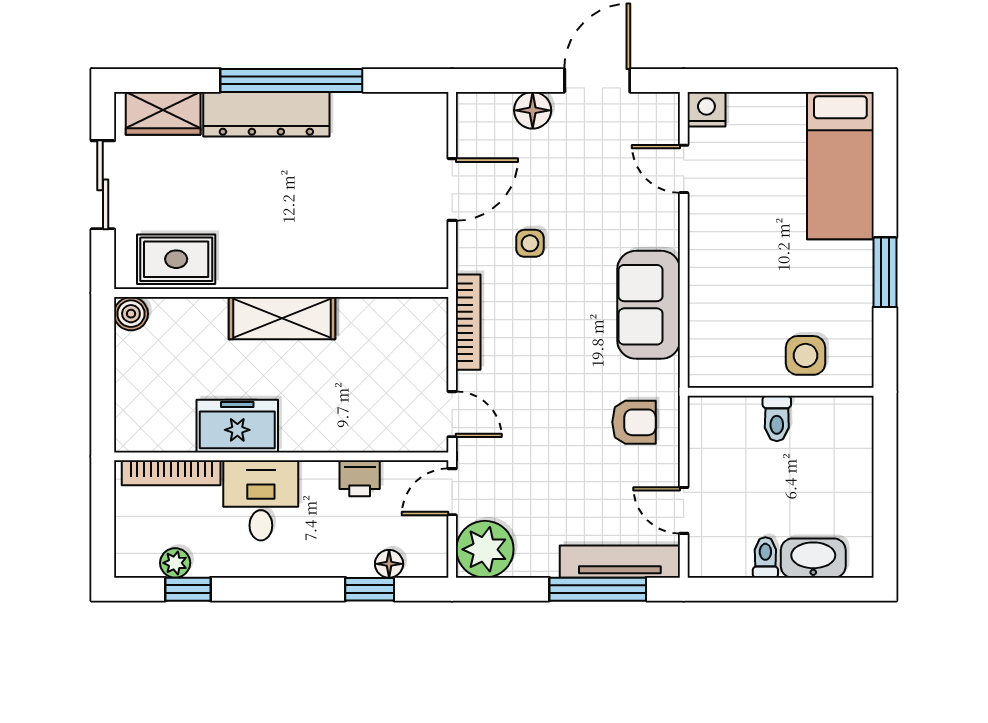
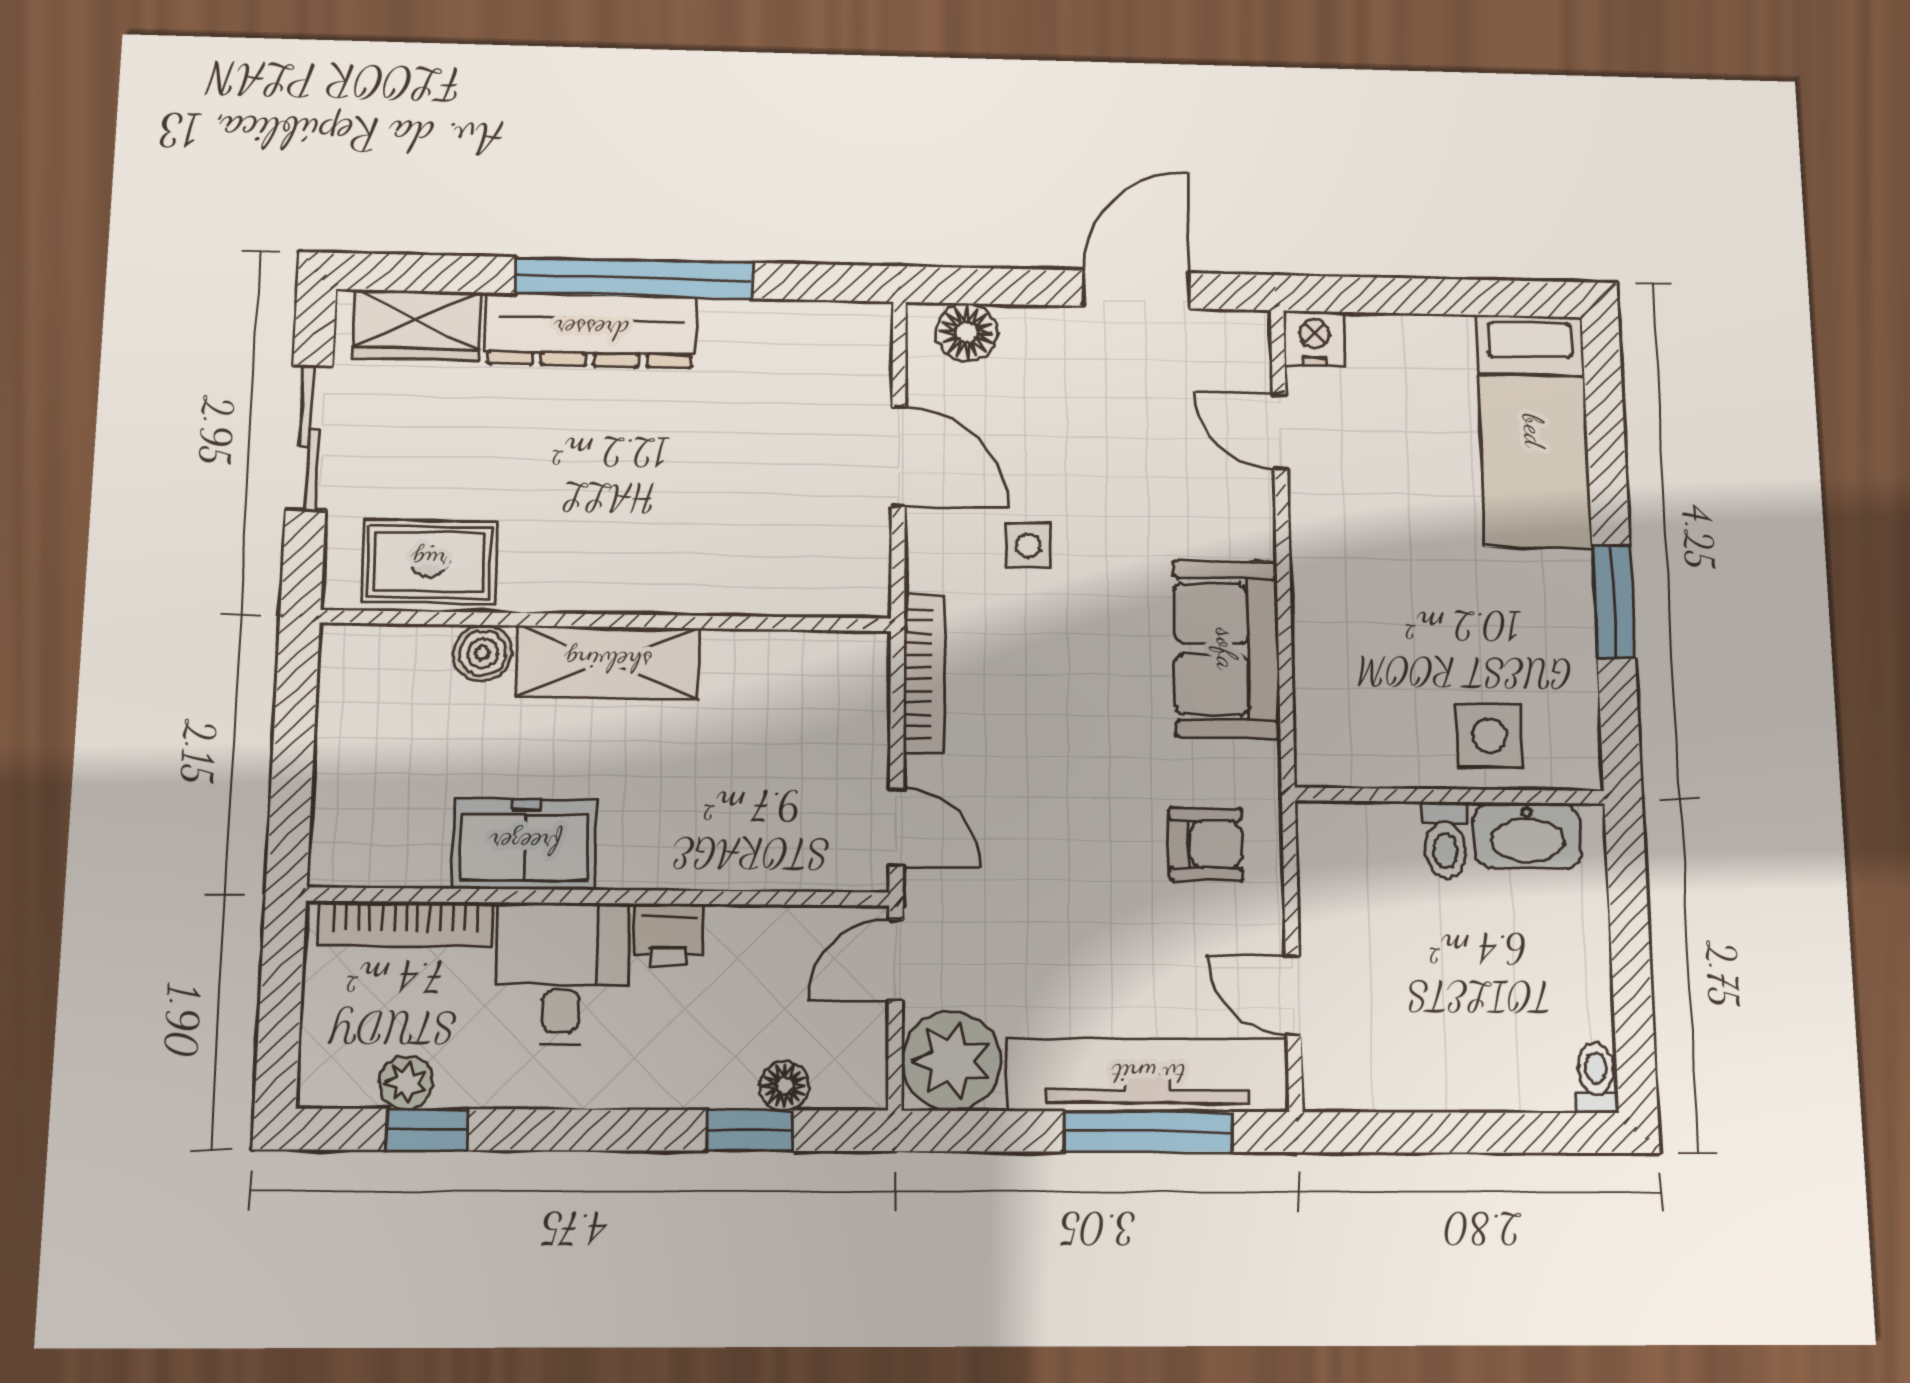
floor lamp: (533, 110) -> (967, 332), moved
door: (452, 189) -> (899, 457), hinge flipped
boiler: (131, 314) -> (483, 653), moved
printer: (360, 478) -> (668, 935), moved
toilet: (765, 557) -> (1596, 1078), moved
washbasin: (813, 558) -> (1527, 836), moved, turned 180
tv unit: (620, 562) -> (1148, 1075), width x1.36, depth x1.29

